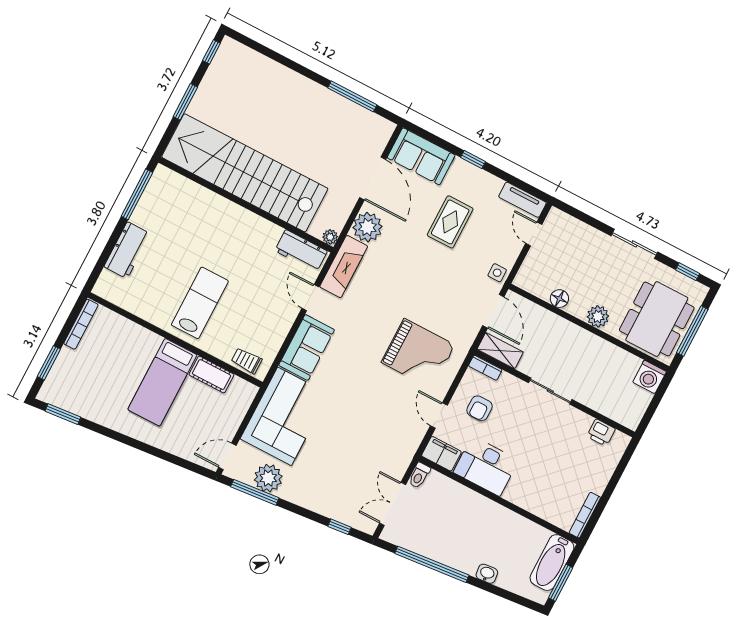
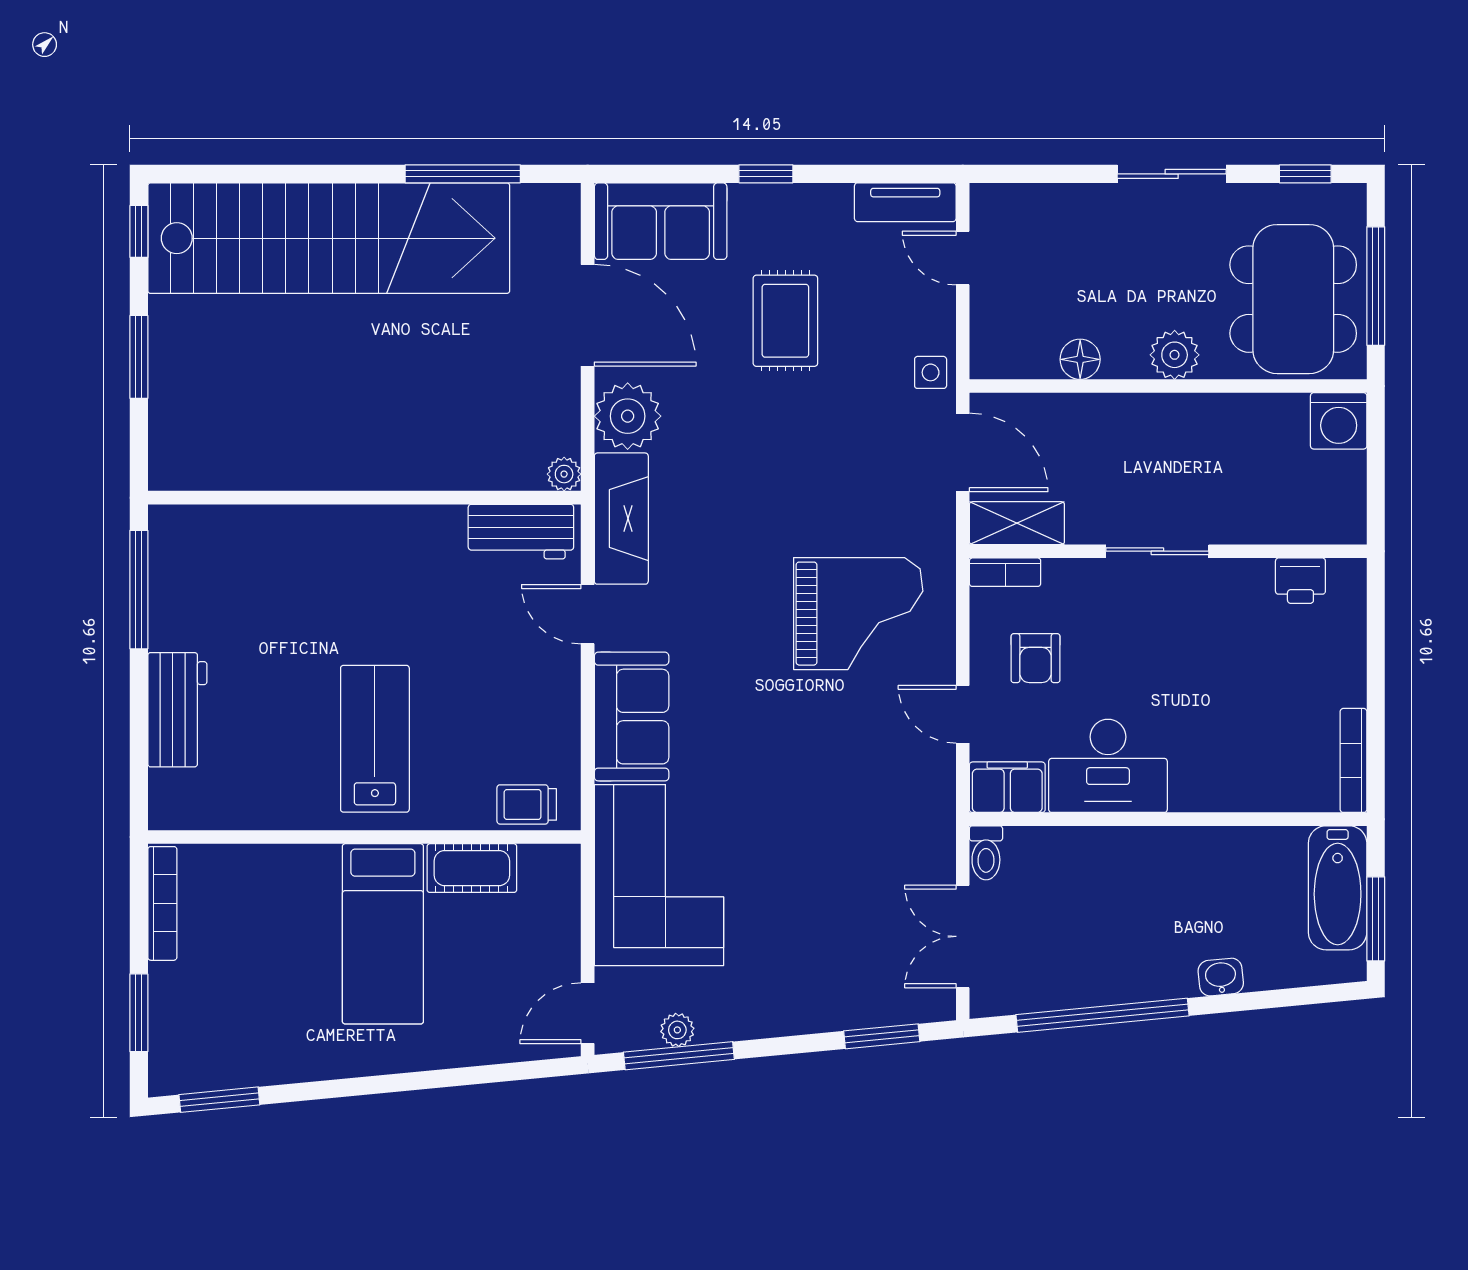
stairs: (245, 173) -> (329, 238), moved, turned 180
plant: (268, 478) -> (677, 1030), width x0.53, depth x0.53
window: (340, 527) -> (882, 1036), width x1.50

